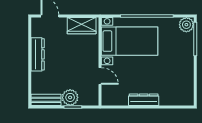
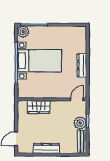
wardrobe: (82, 26) -> (39, 107), moved, turned 90
bed with nightstands: (130, 41) -> (39, 61), moved, turned 90
door: (100, 76) -> (77, 99), moved

